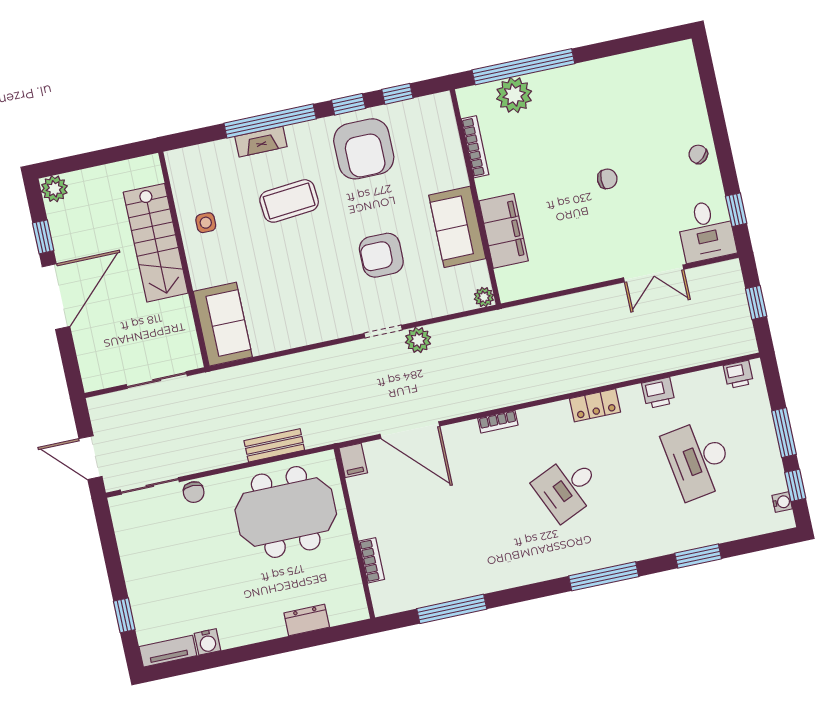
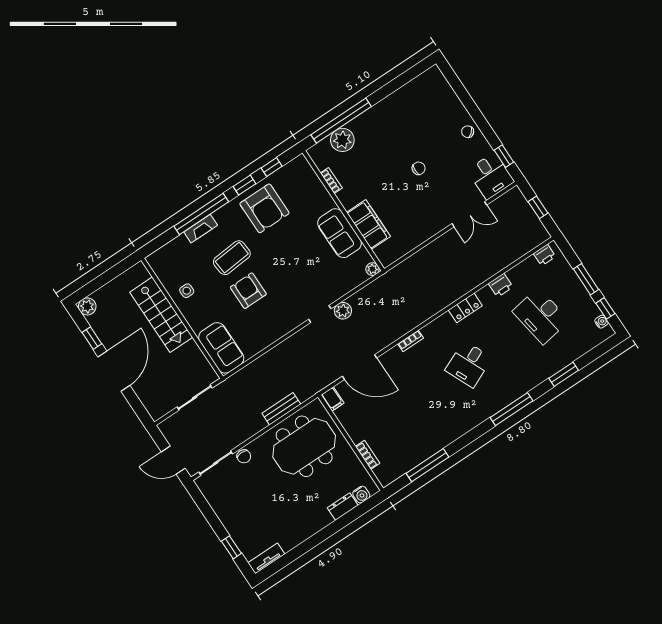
bookcase: (475, 147) -> (331, 181), width x0.64
armchair: (381, 255) -> (248, 291), moved, turned 90
water cooler: (208, 642) -> (361, 495), moved

